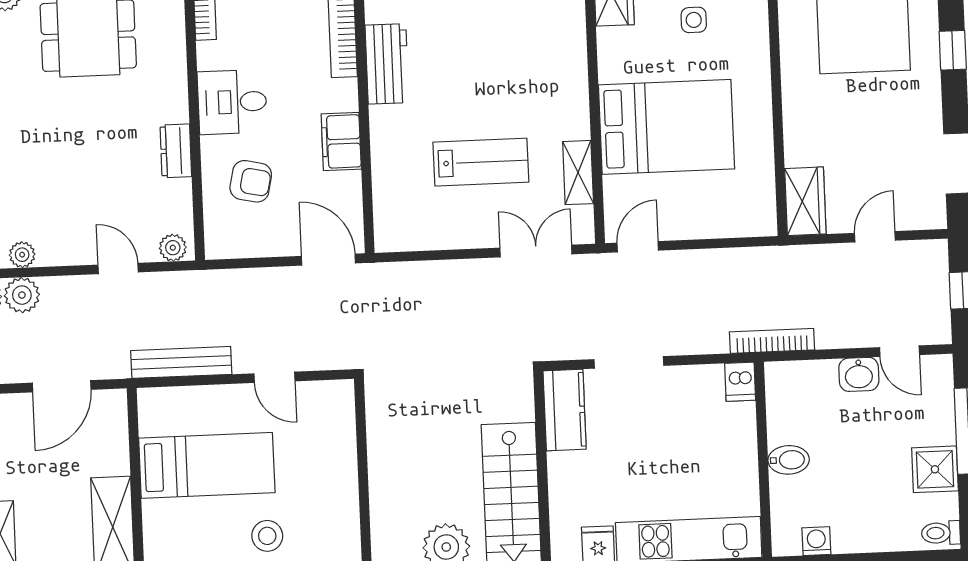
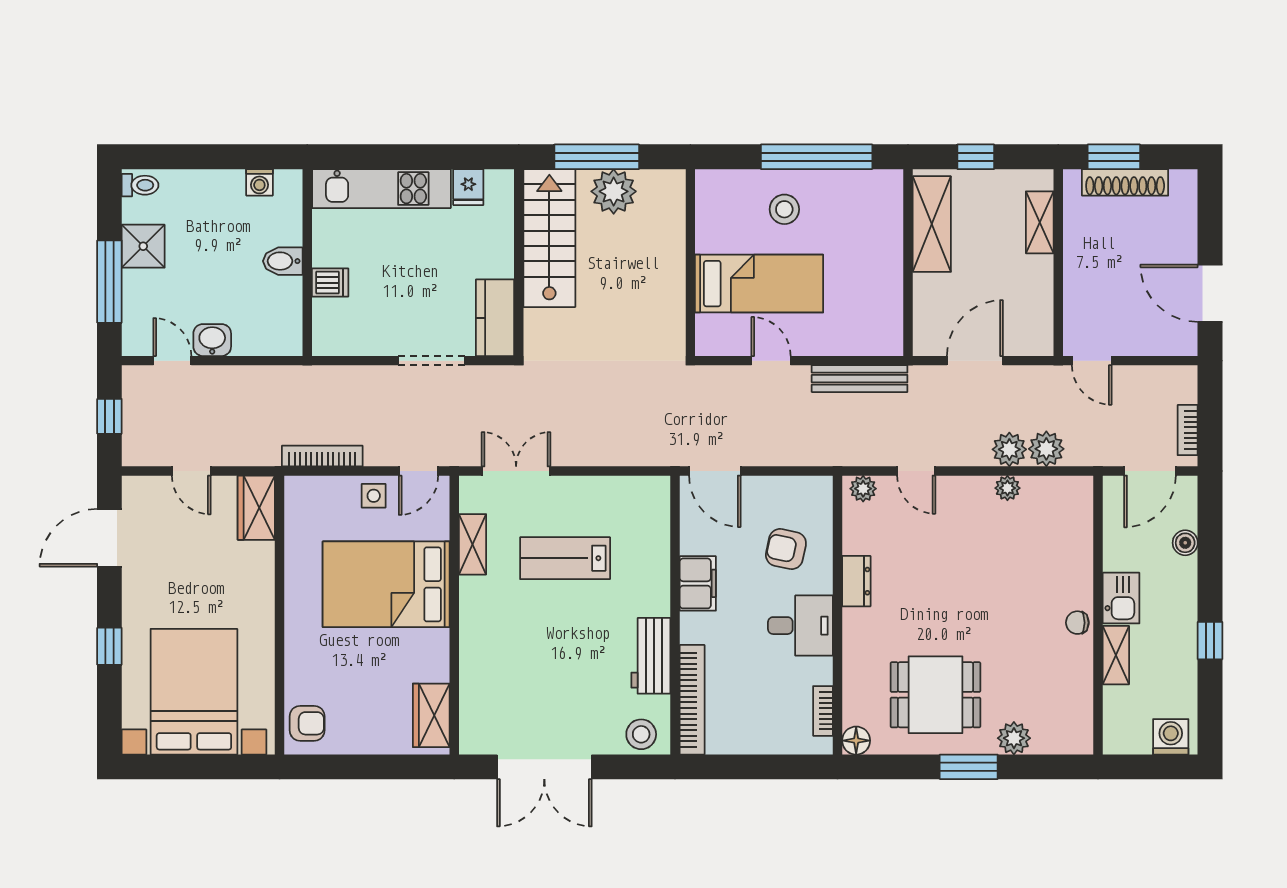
side table: (694, 20) -> (374, 496), moved
door: (875, 237) -> (191, 471), hinge flipped
double door: (536, 251) -> (516, 471), swing flipped
bookcase: (772, 341) -> (322, 456), moved, turned 180
dishwasher: (740, 382) -> (330, 283), moved, turned 90
bed: (207, 465) -> (759, 284), moved, turned 180

